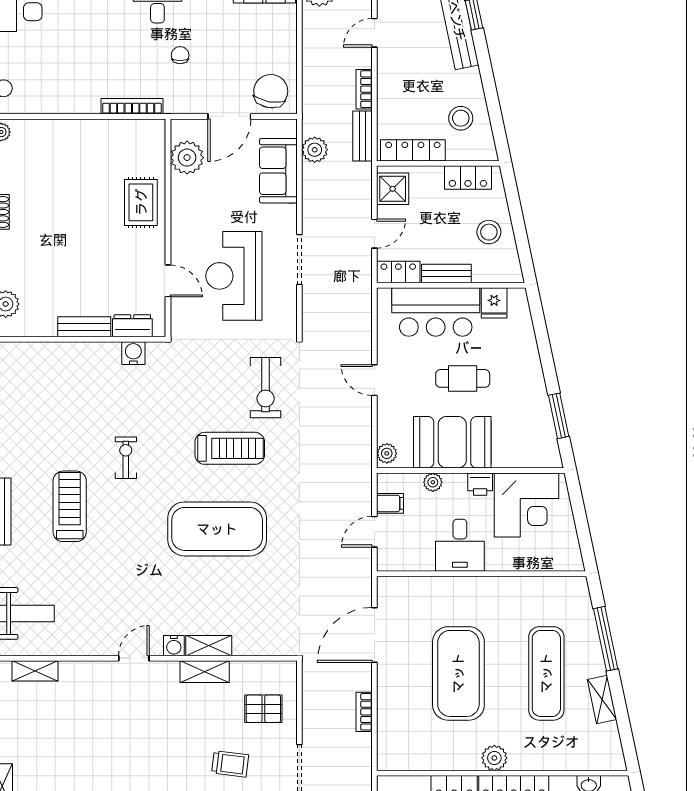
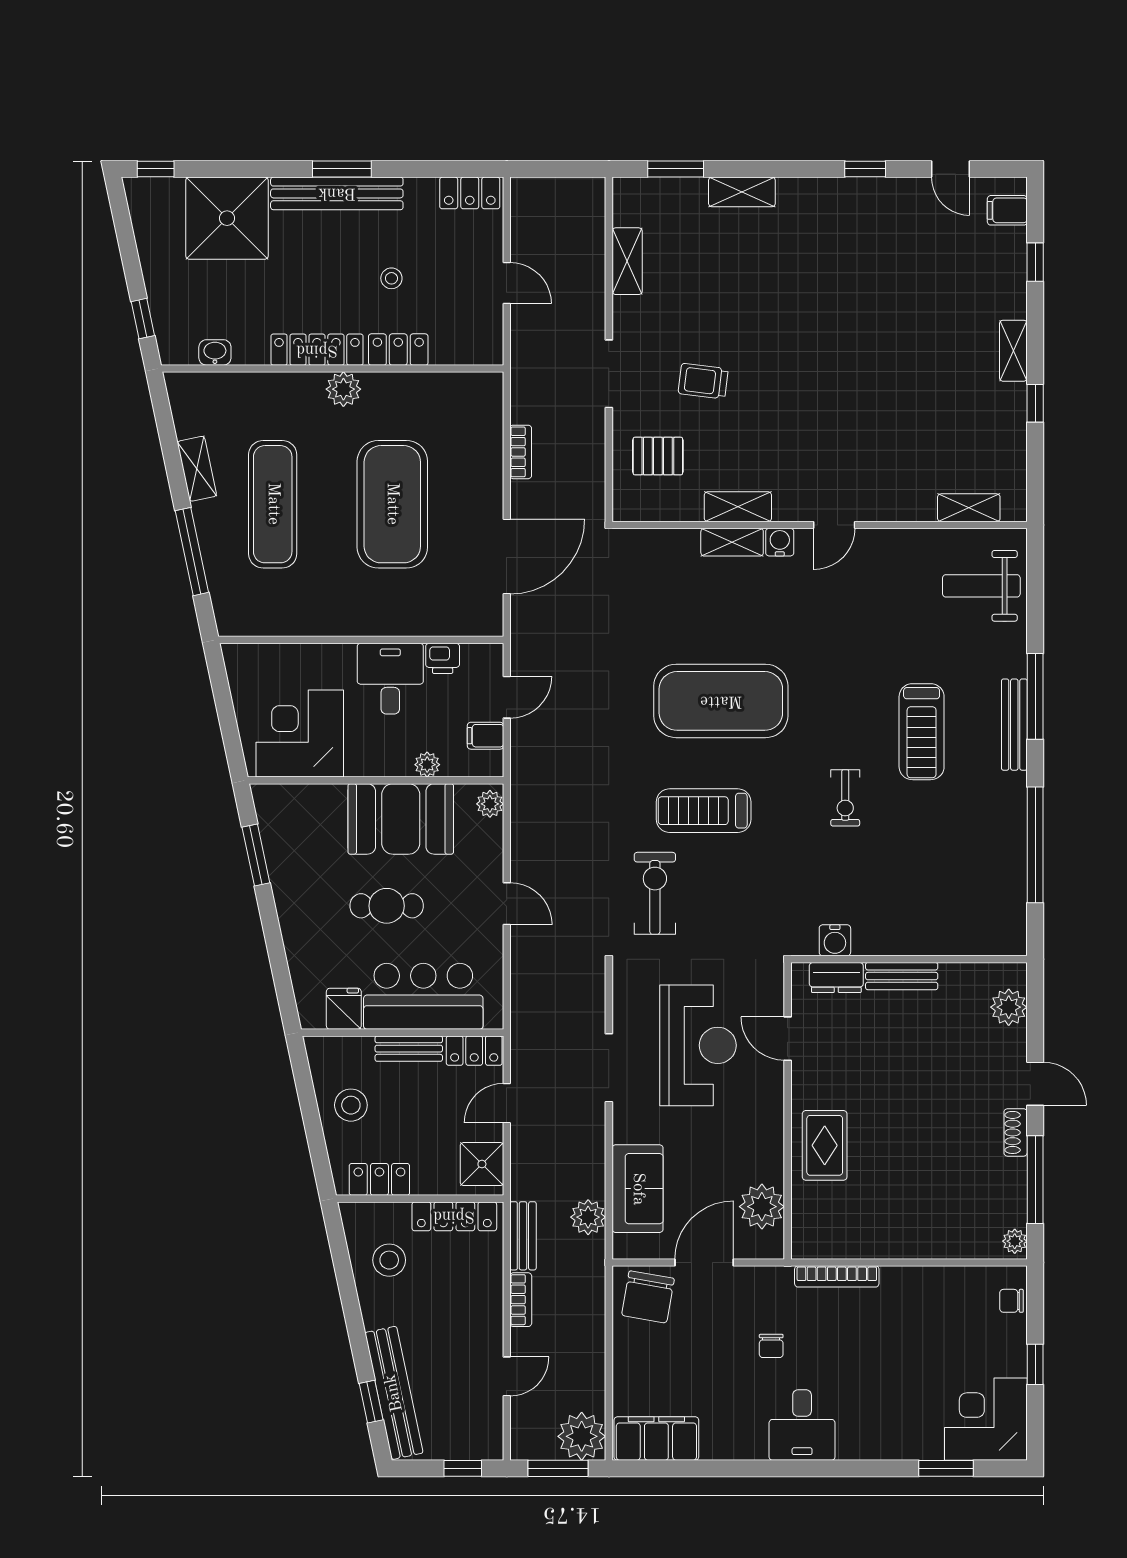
printer: (480, 484) -> (443, 658), moved, turned 180

